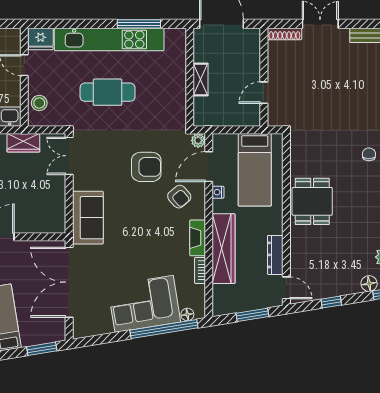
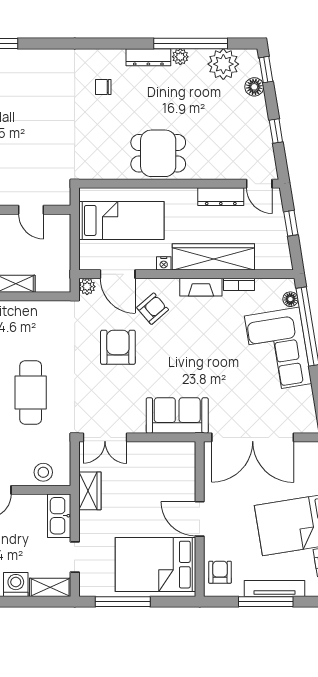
nightstand: (218, 192) -> (164, 263), moved
door: (286, 288) -> (259, 184), swing flipped
window: (252, 315) -> (291, 223), width x0.67

